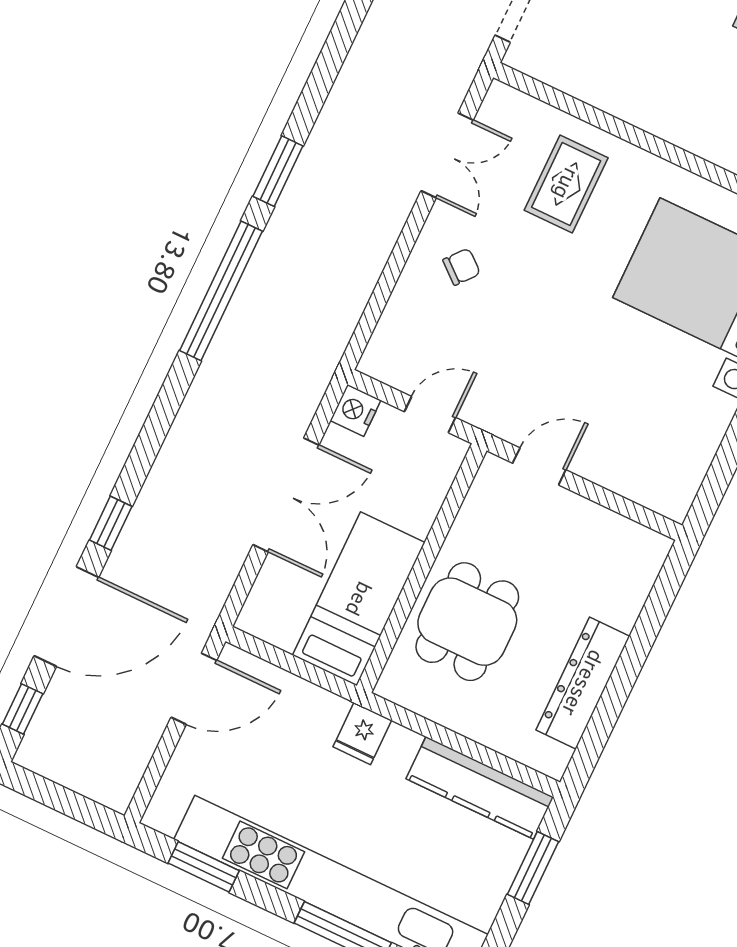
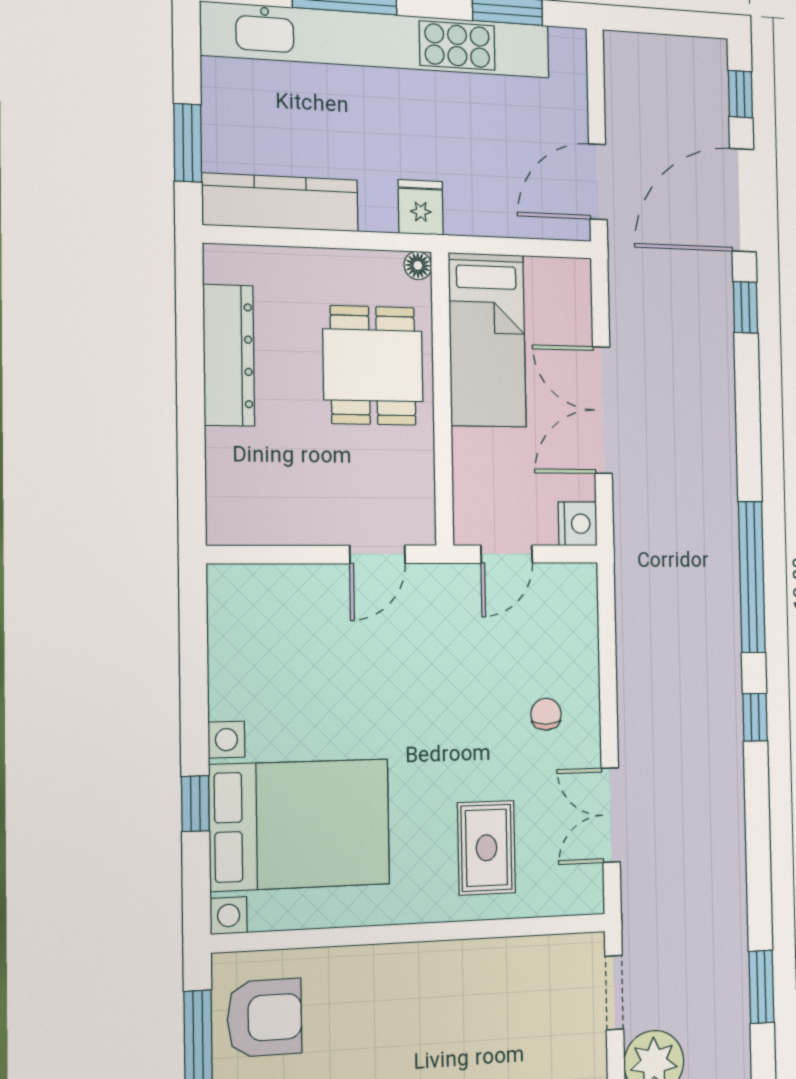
window: (278, 171) -> (755, 717), width x0.67
chair: (462, 267) -> (546, 714), turned 140
floor lamp: (388, 687) -> (418, 265), added

